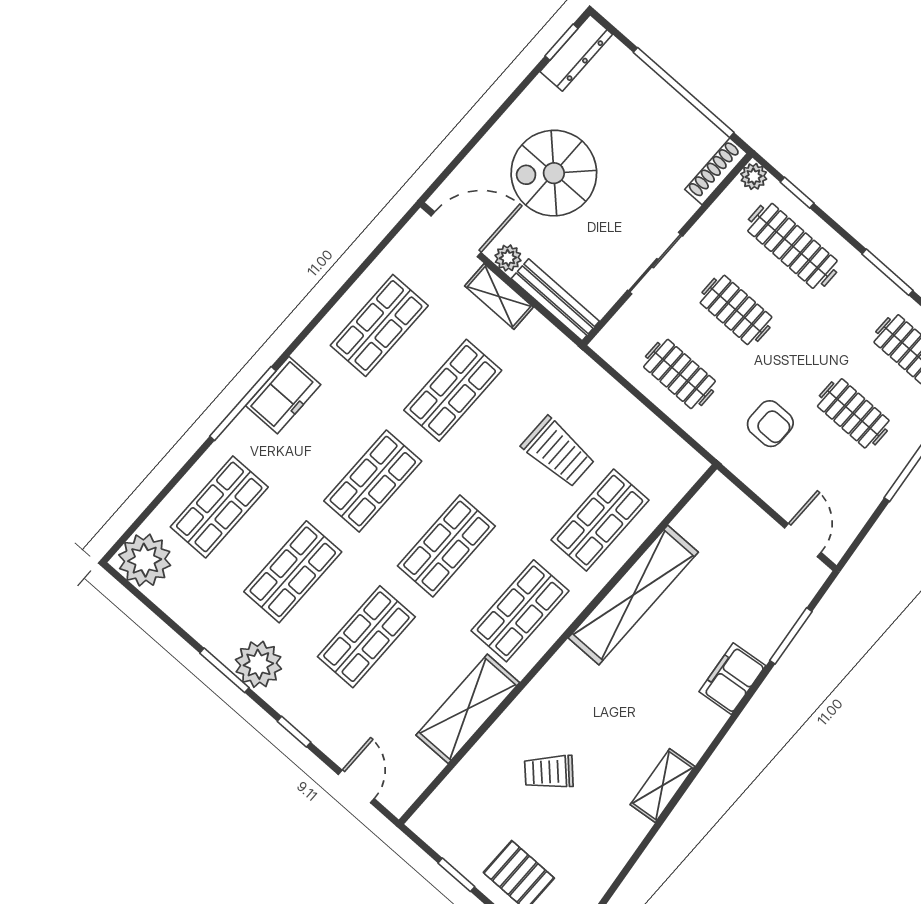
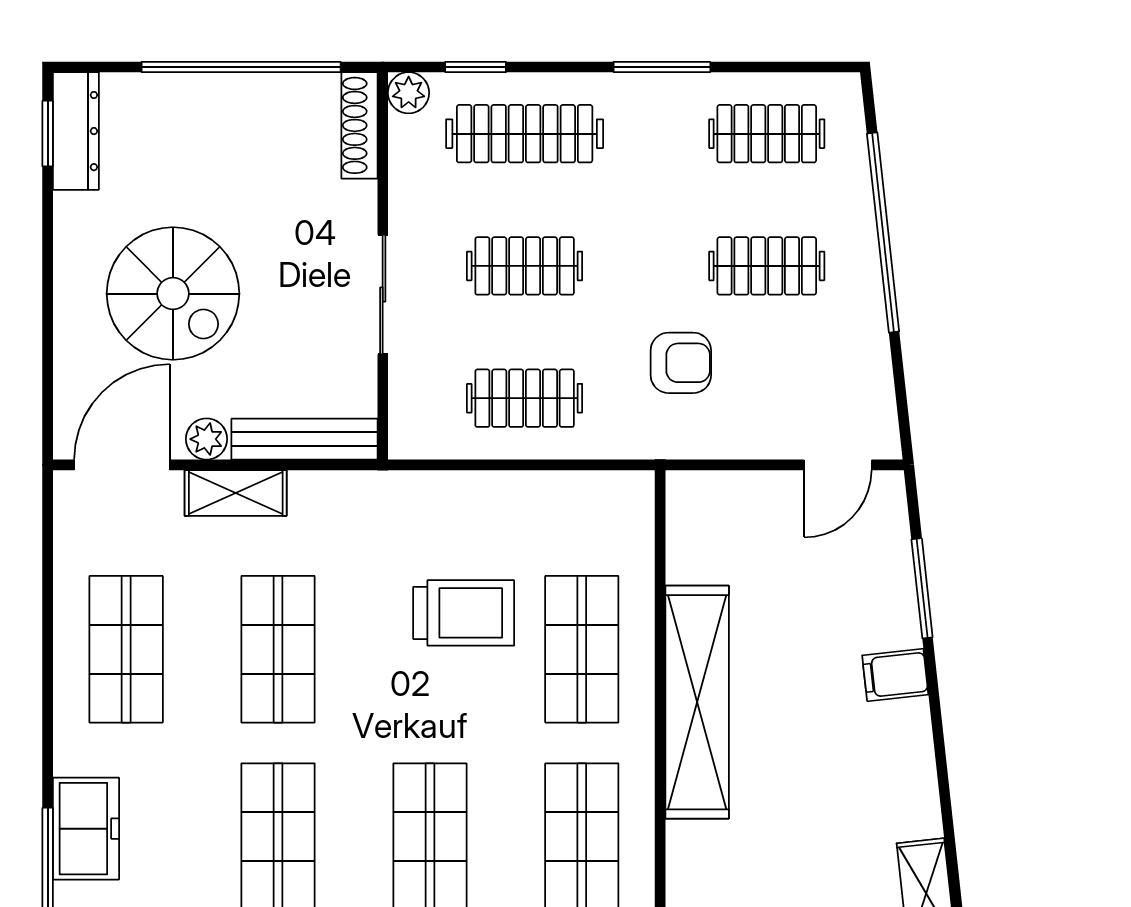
spiral stairs: (554, 173) -> (173, 294), turned -90
door: (803, 540) -> (838, 465), swing flipped
filing cabinet: (732, 679) -> (895, 675), width x0.50

